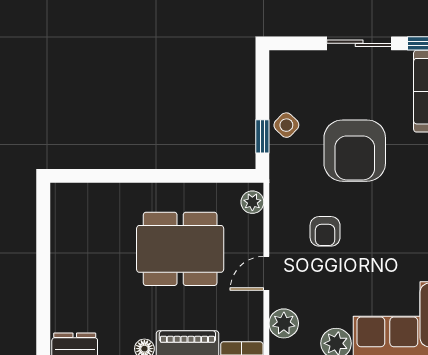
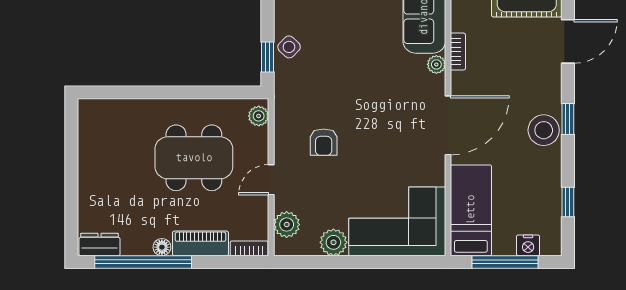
armchair: (355, 151) -> (350, 70), removed

